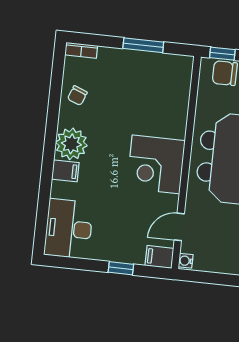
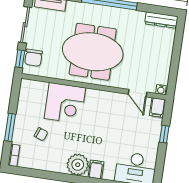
window: (143, 45) -> (10, 127), moved
chair: (77, 96) -> (41, 134), moved
corner desk: (156, 164) -> (65, 103), moved

